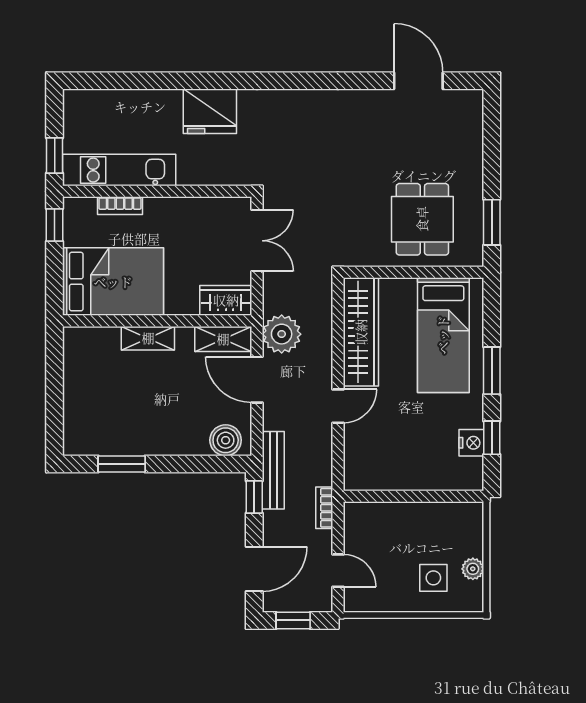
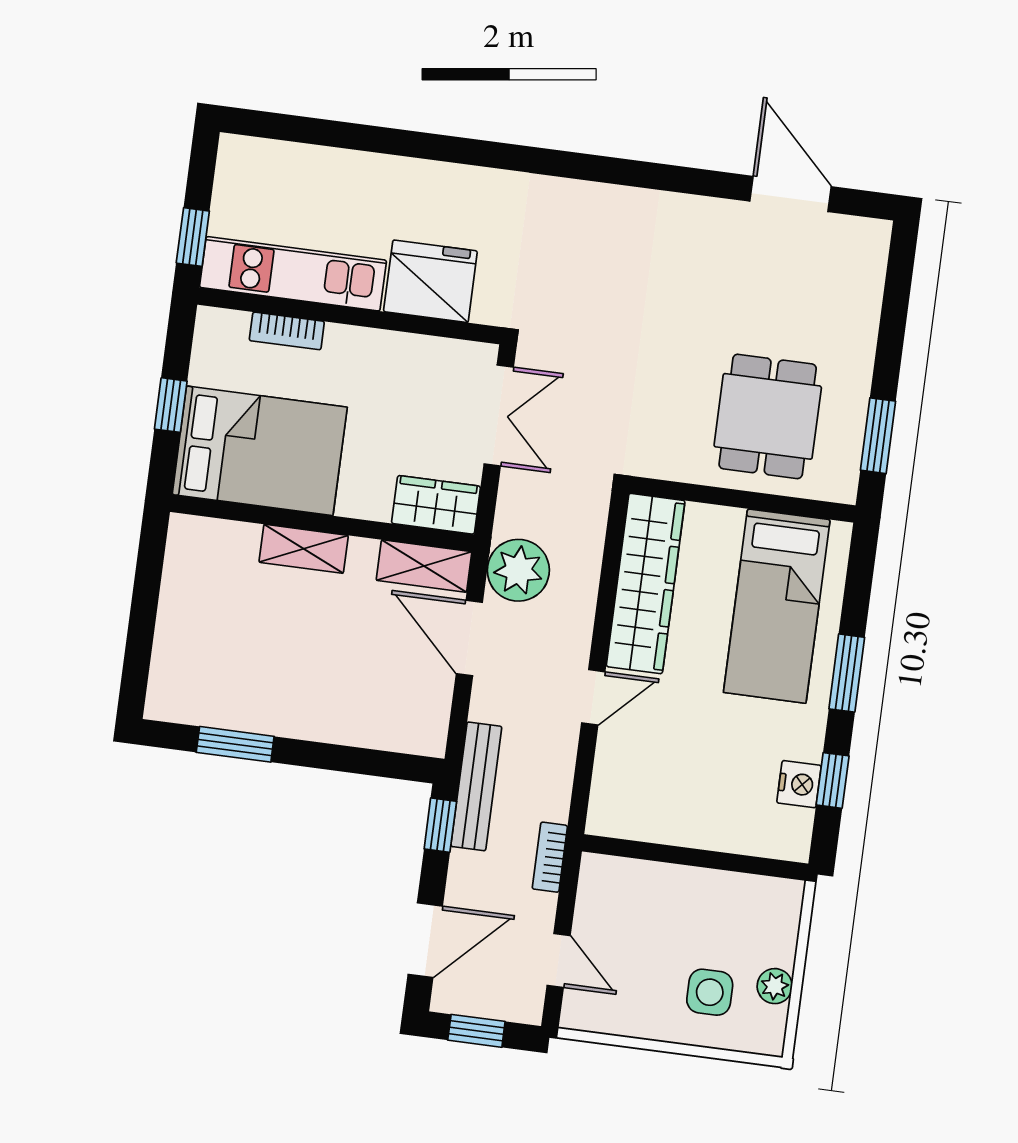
fridge: (210, 111) -> (430, 281), moved, turned 180
window: (55, 225) -> (171, 405), moved
boiler: (226, 440) -> (406, 728), removed

